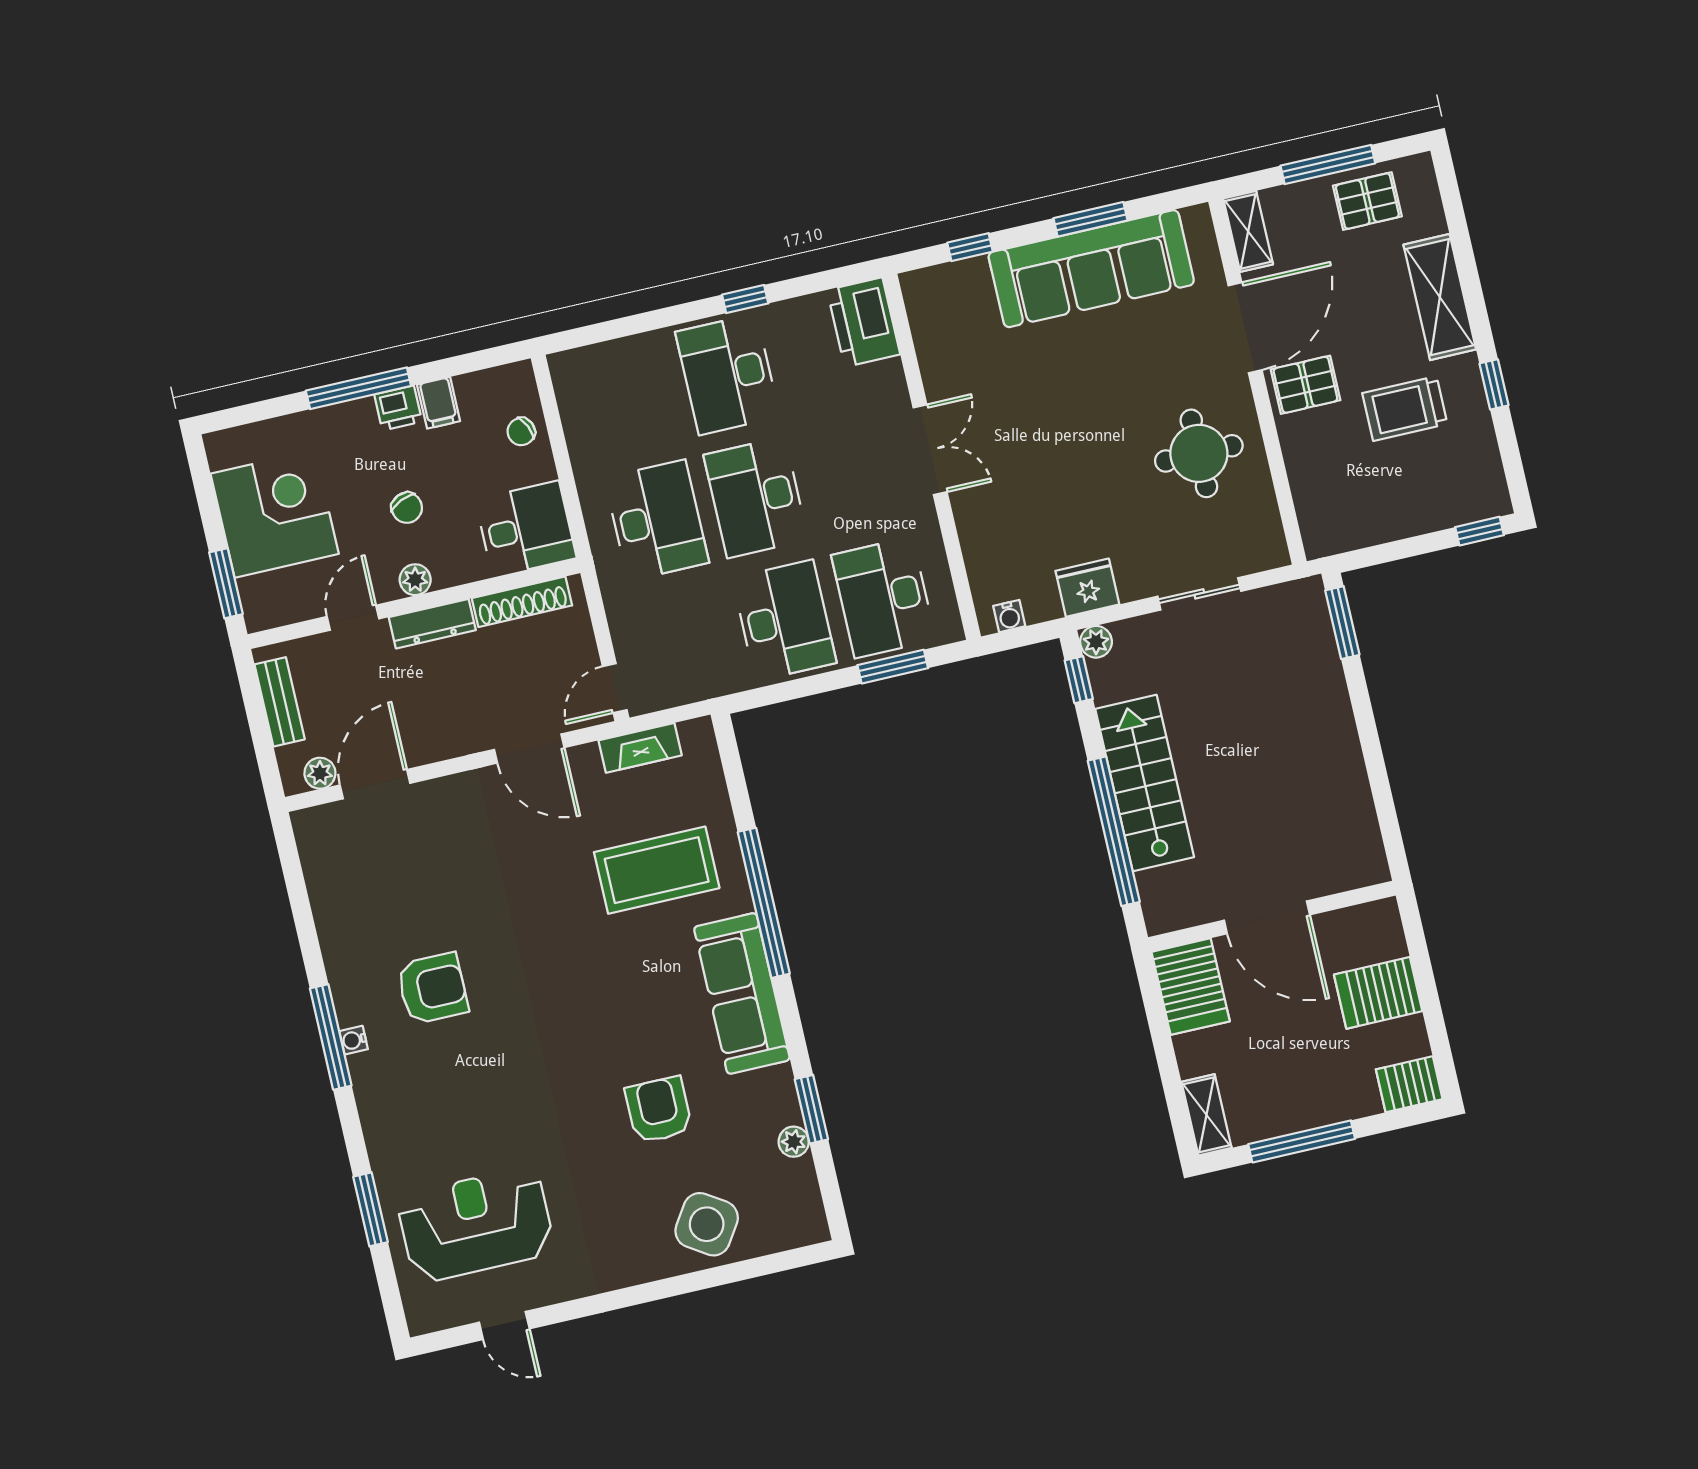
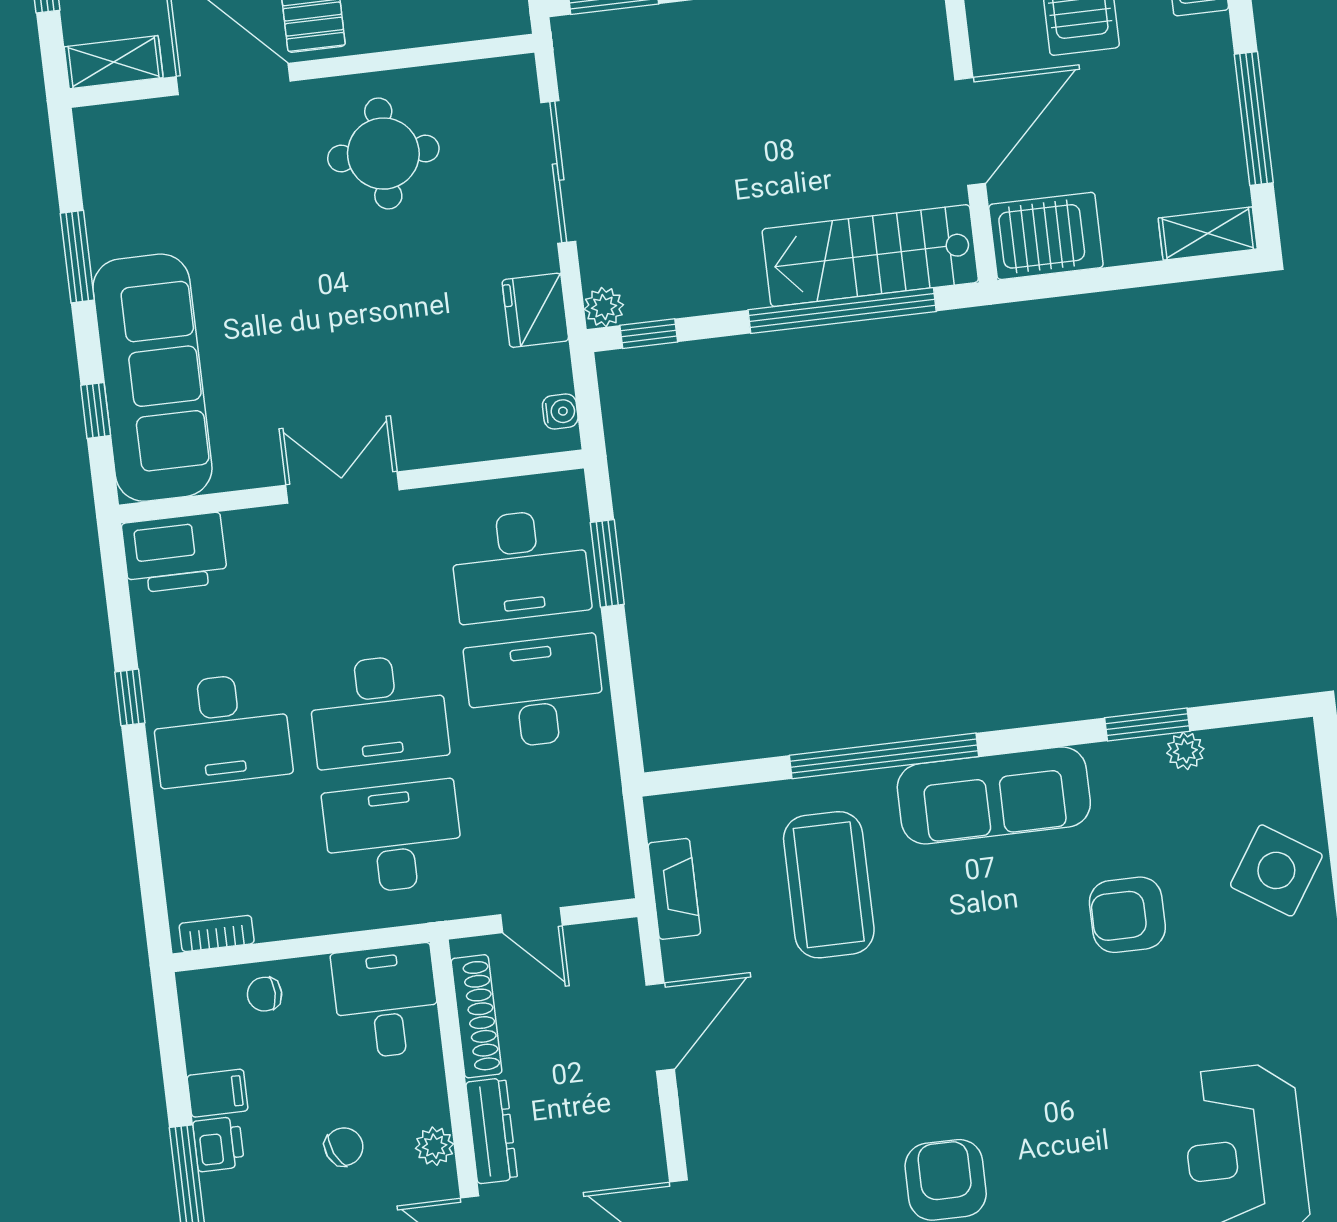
sofa: (1091, 269) -> (152, 378), moved
bookcase: (565, 388) -> (217, 933), added
chair: (521, 432) -> (265, 994), turned 114
sliding door: (1199, 594) -> (558, 172), width x1.37
door: (615, 688) -> (531, 920), moved
stairs: (1145, 783) -> (870, 256), moved

